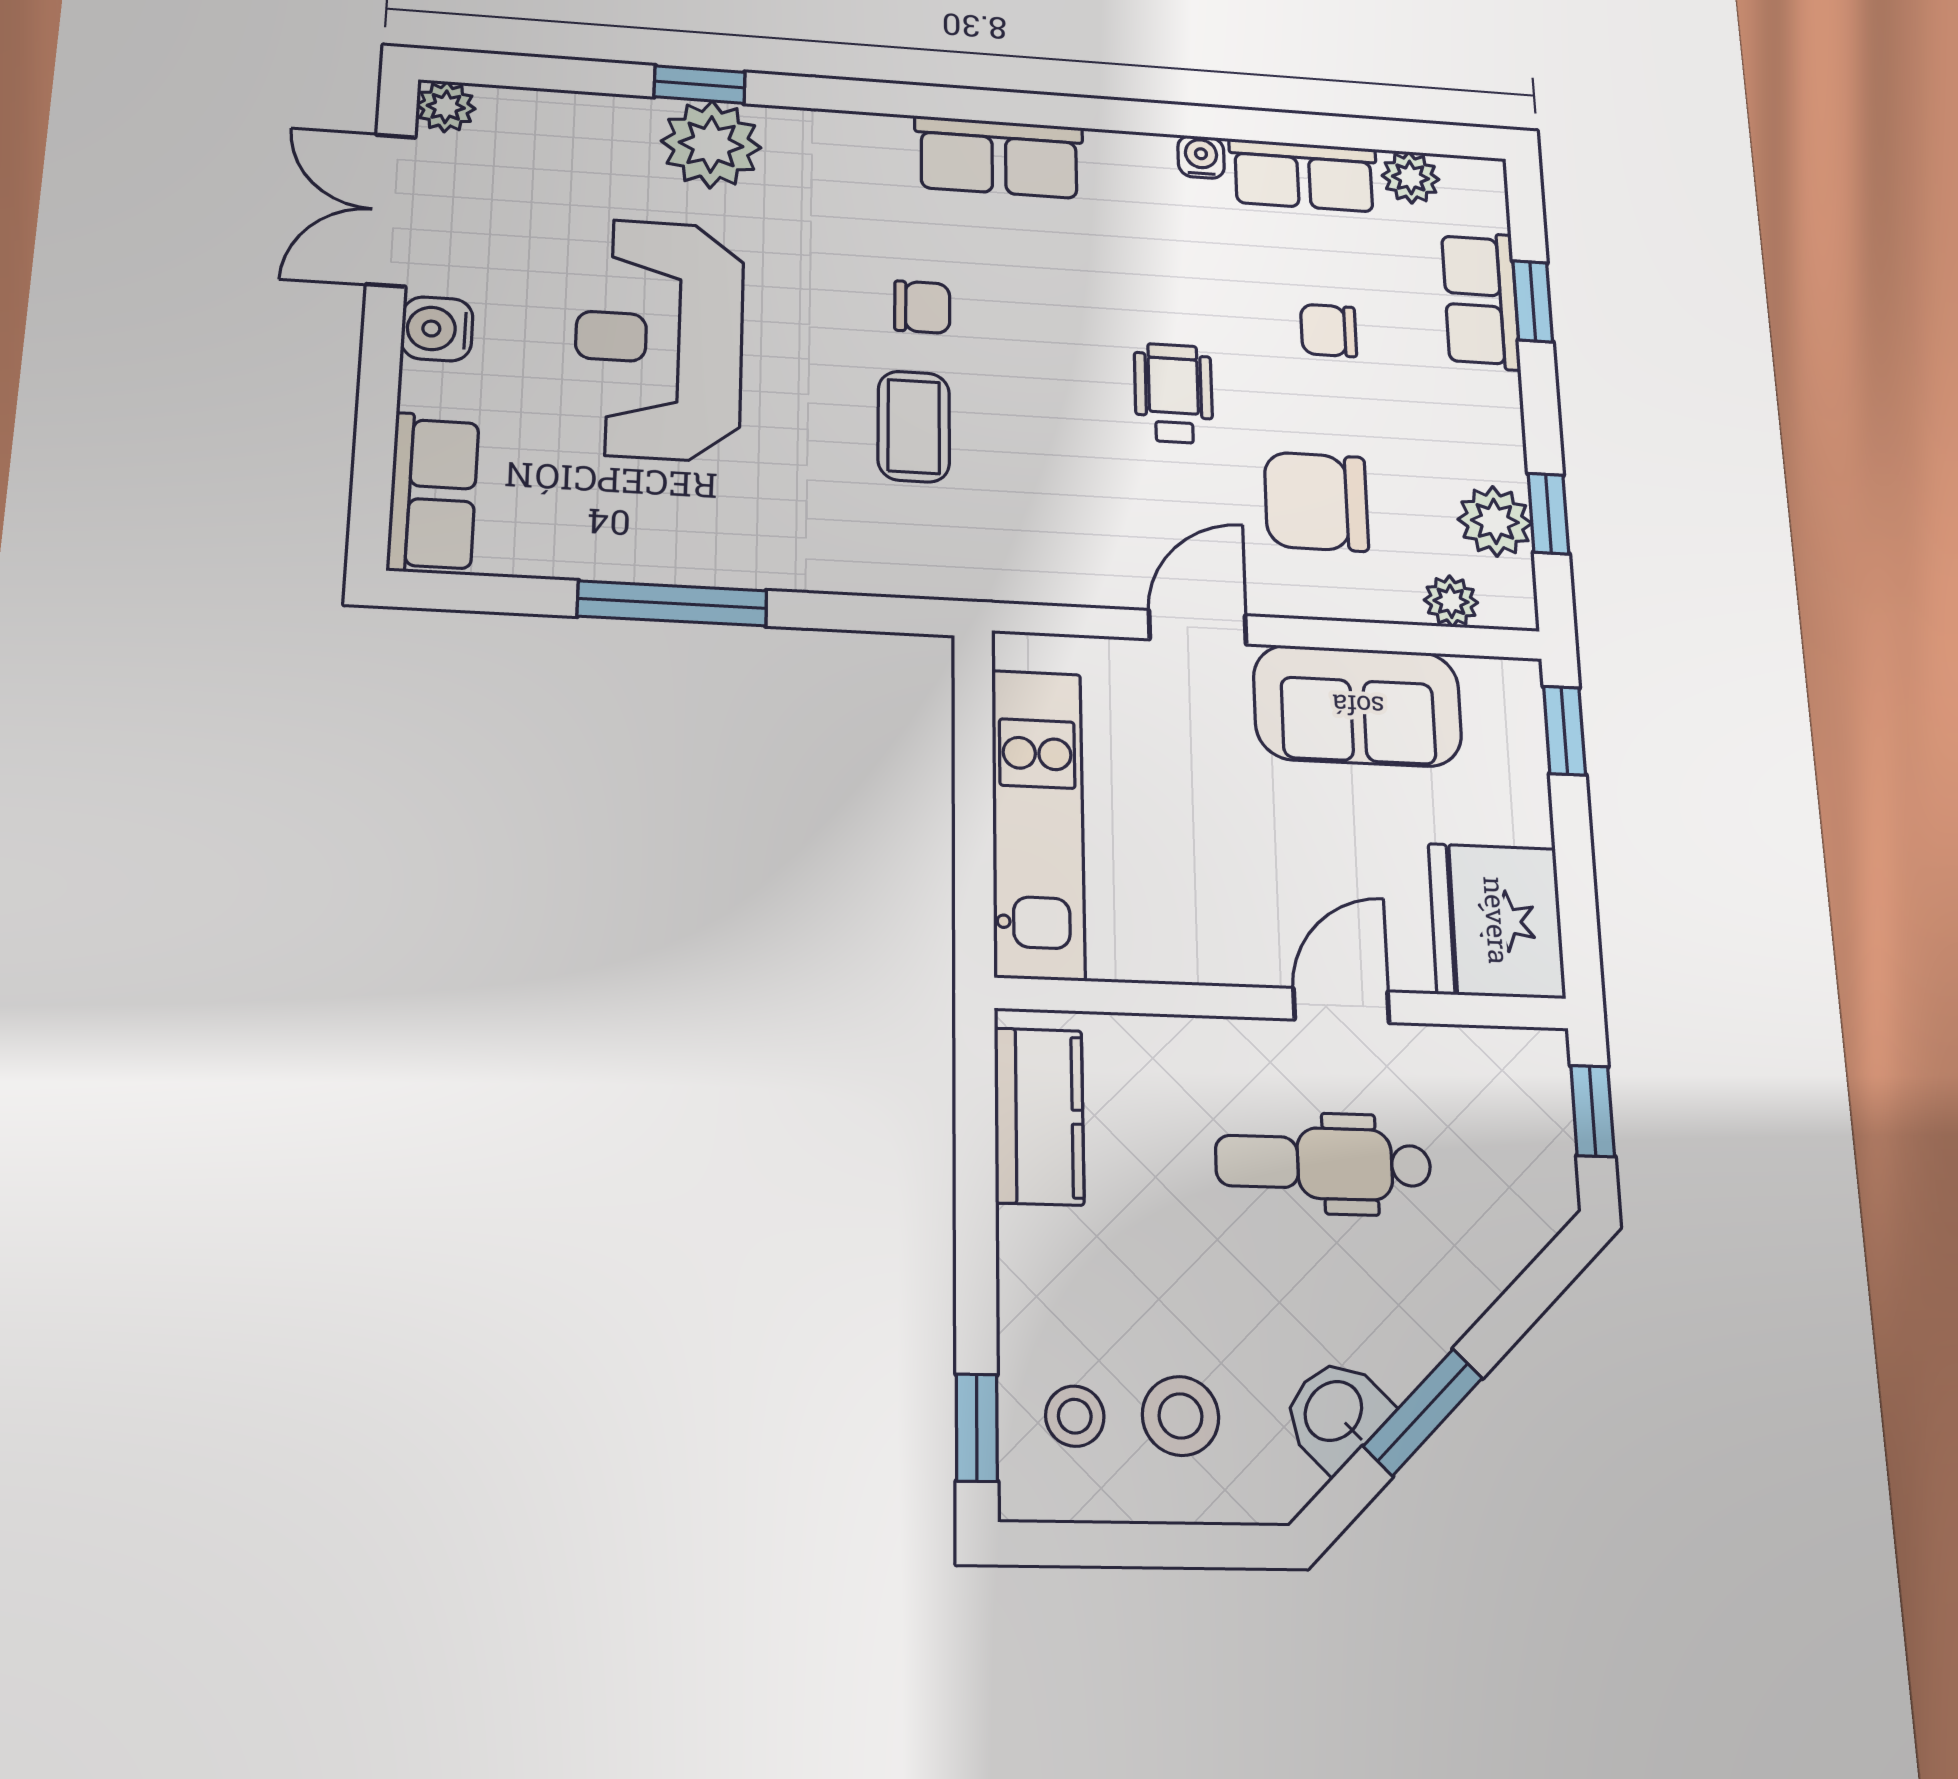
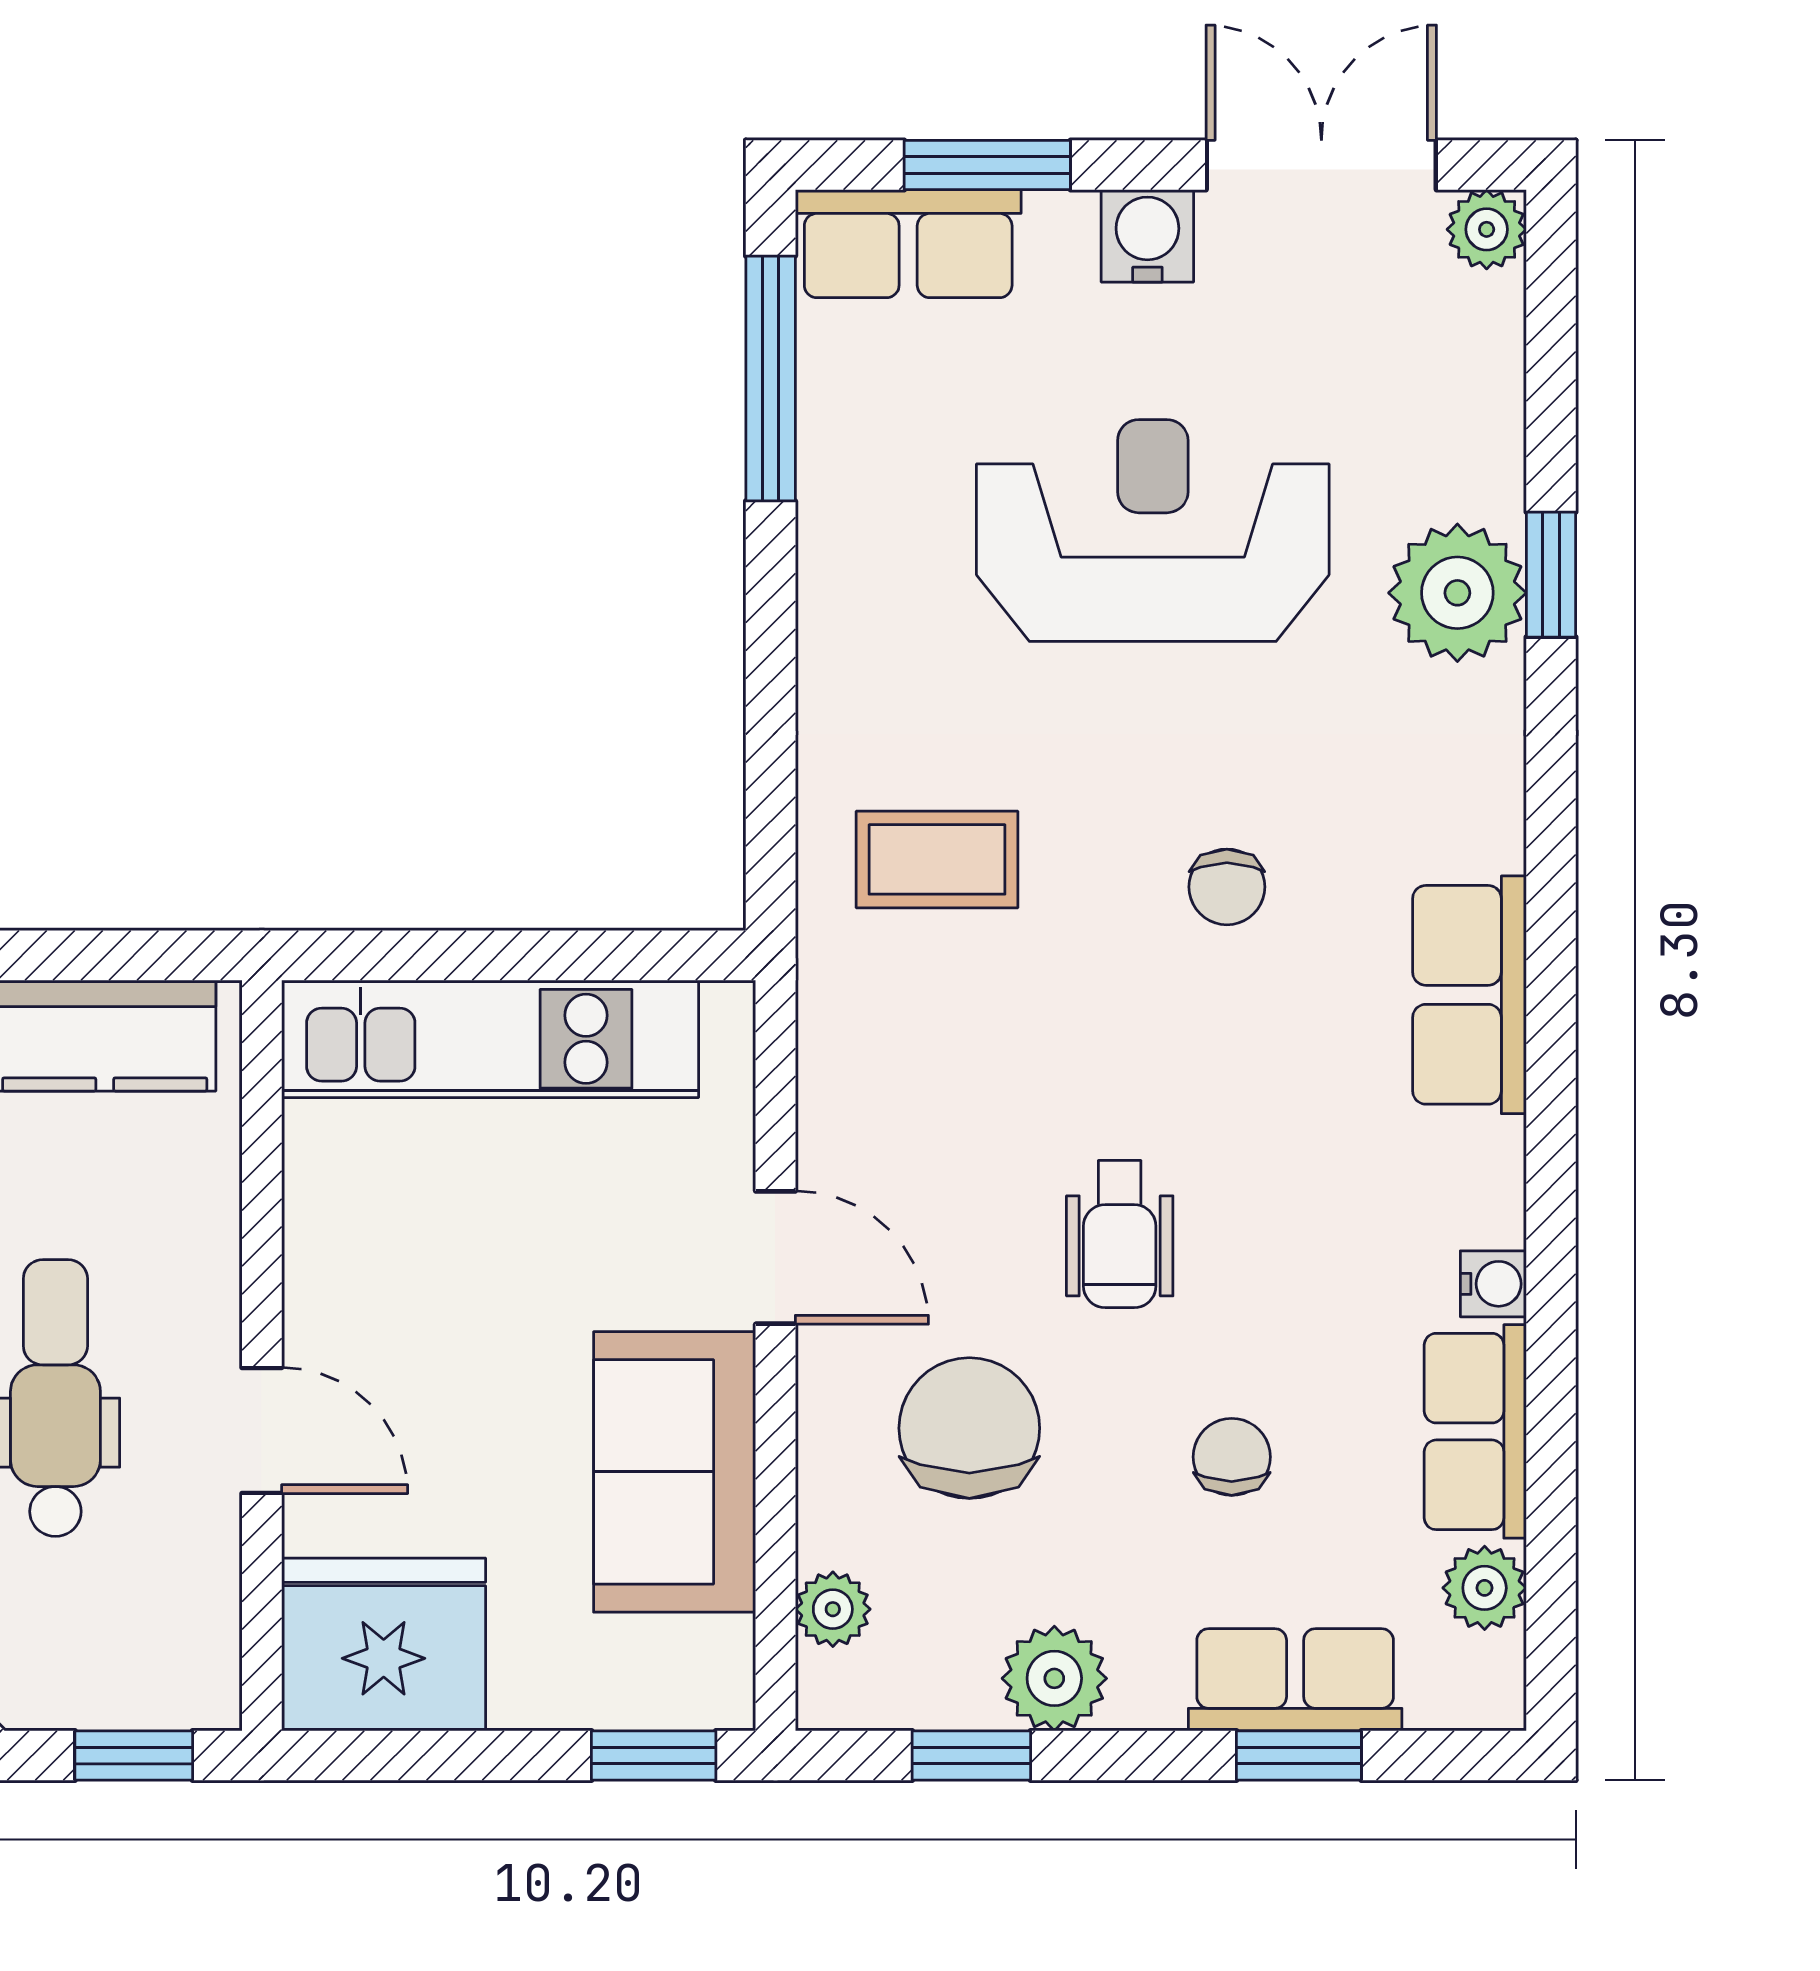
wheelchair: (1173, 393) -> (1120, 1234), turned 90
coffee table: (914, 426) -> (937, 859), moved
window: (376, 435) -> (987, 165), added
plant: (1495, 521) -> (1054, 1678), moved
window: (672, 603) -> (771, 379), moved

